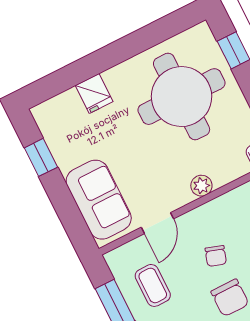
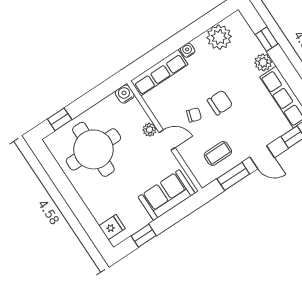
fridge: (94, 93) -> (112, 227), moved
door: (157, 223) -> (167, 140), moved

